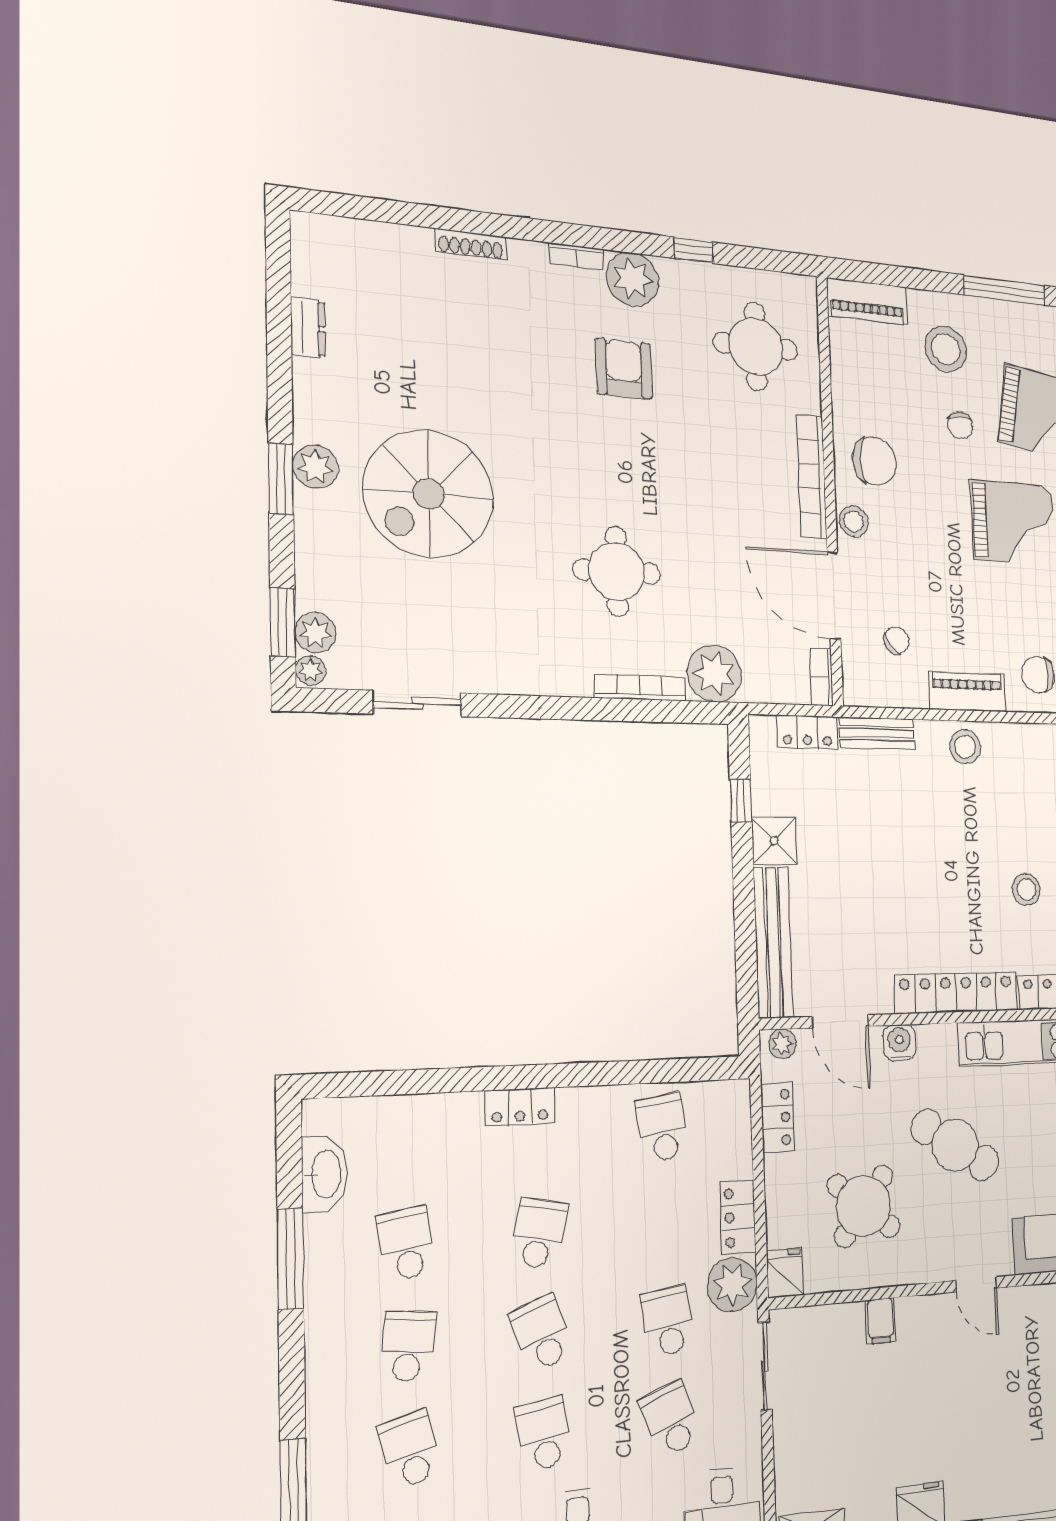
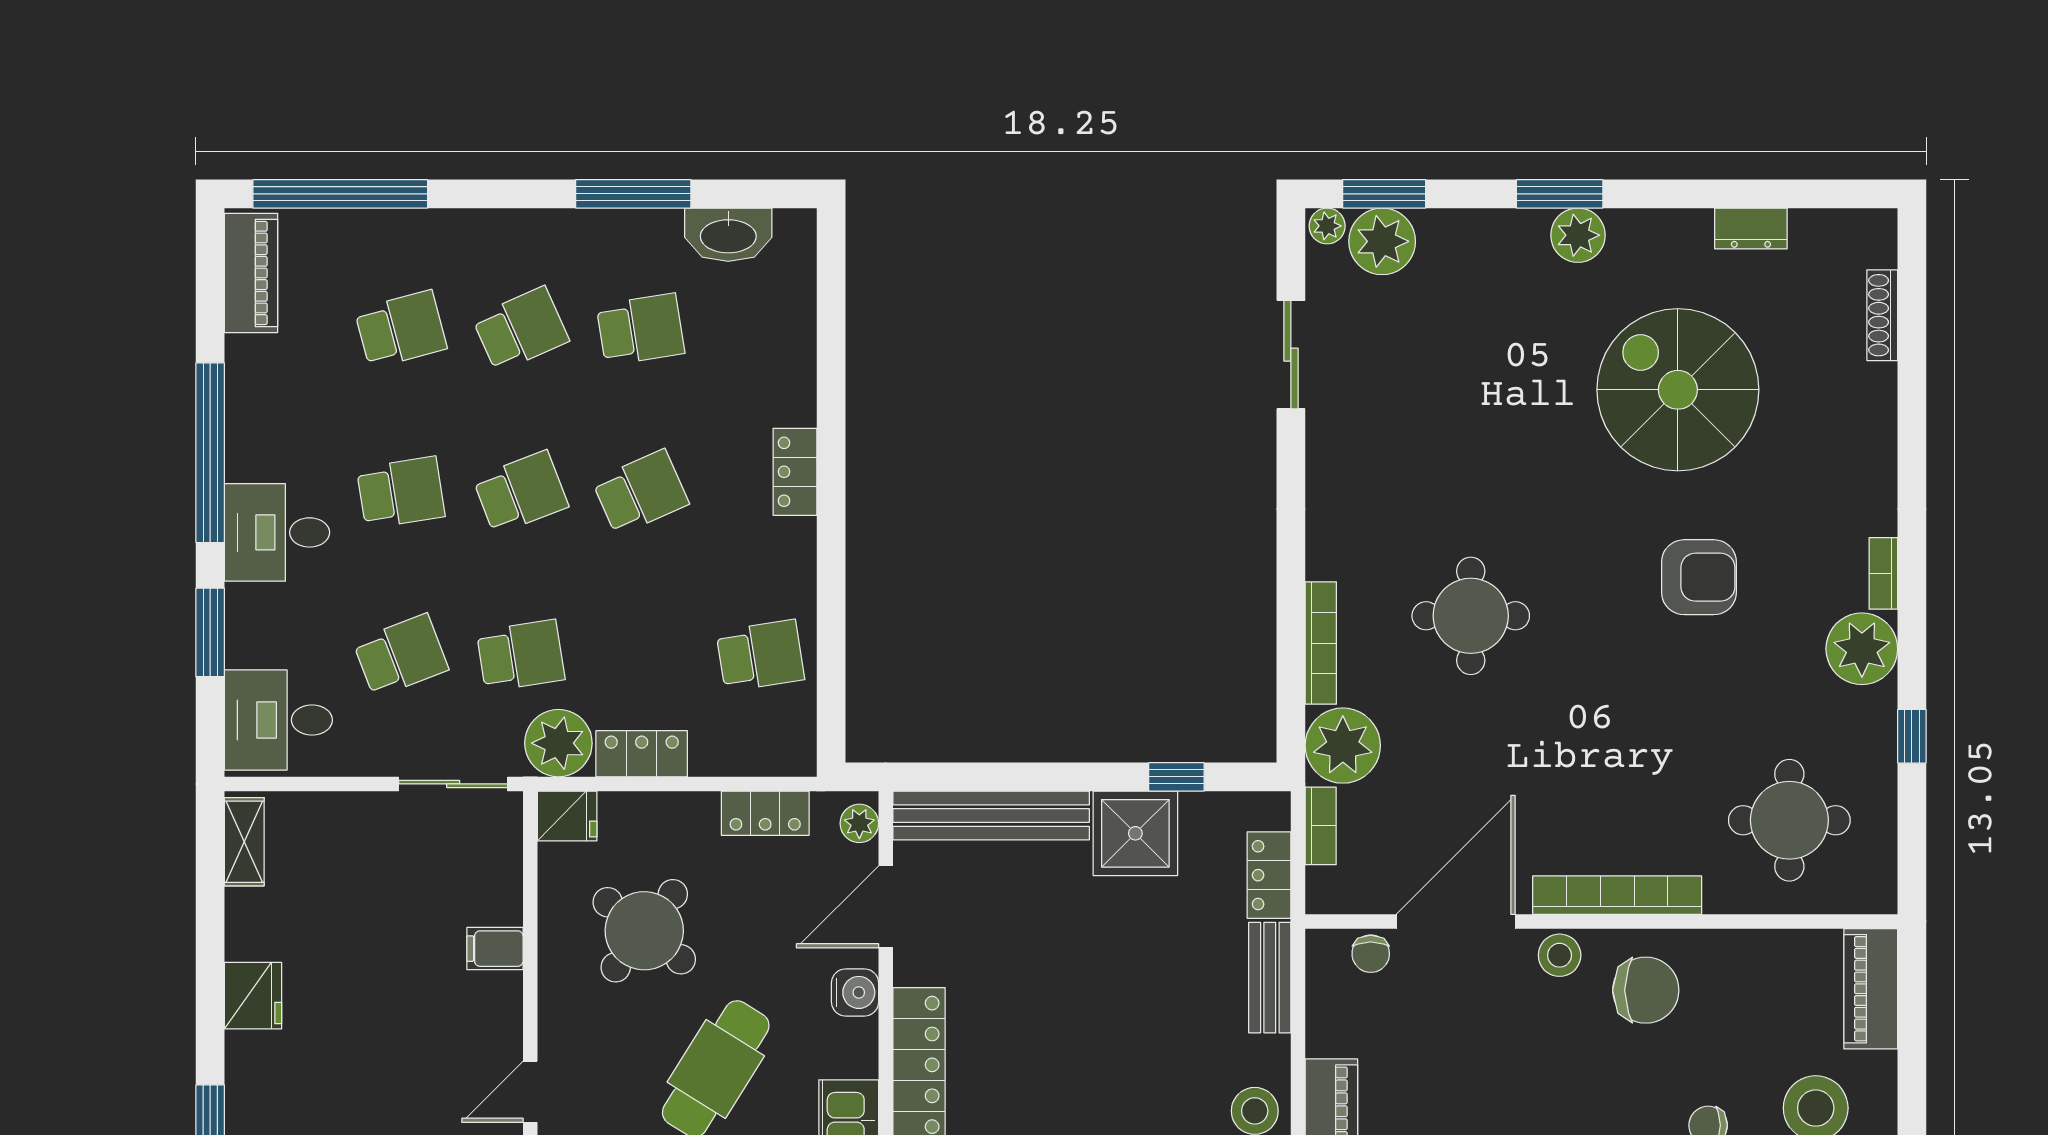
shoe rack: (471, 244) -> (1882, 315), moved
armchair: (624, 369) -> (1699, 577), moved
chair: (874, 461) -> (1646, 990), turned -90
spiral stairs: (429, 494) -> (1678, 390), moved
plant: (315, 633) -> (1382, 241), width x1.36, depth x1.36
chair: (896, 640) -> (1371, 954), moved, turned 37
bookcase: (822, 677) -> (1321, 826), moved, turned 90
shower: (774, 841) -> (1135, 833), width x1.36, depth x1.36
school desk: (539, 1233) -> (641, 492), turned -36
school desk: (408, 1346) -> (521, 329), turned -30

